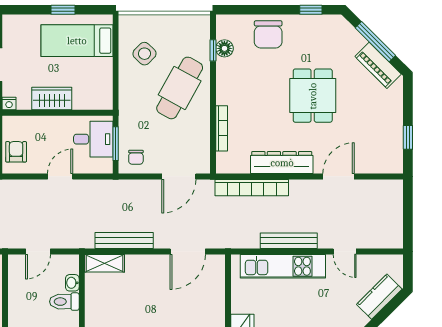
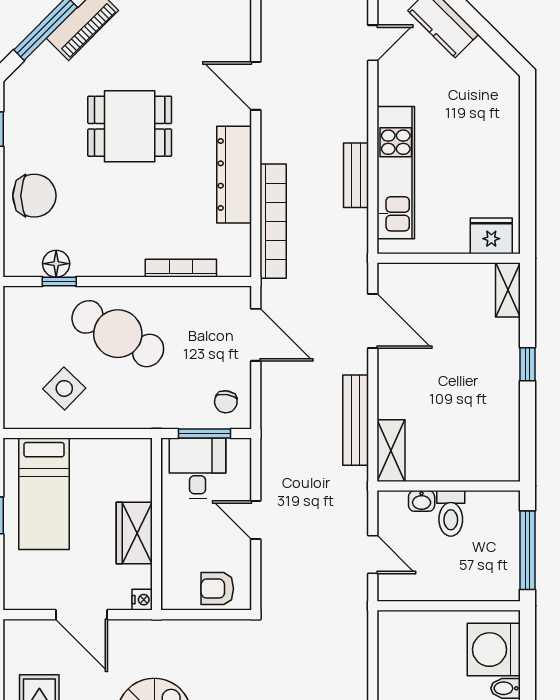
chair: (136, 157) -> (226, 402), turned 98
bench: (289, 241) -> (356, 175), width x0.73
door: (345, 251) -> (373, 43), moved

